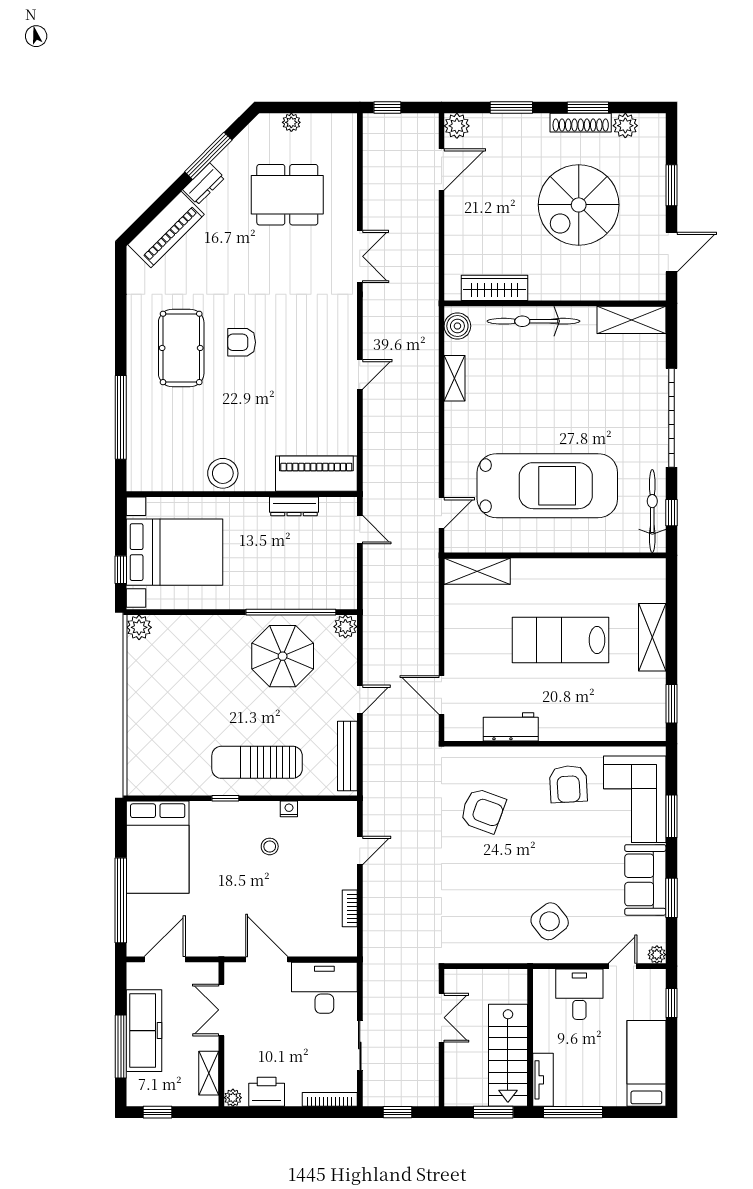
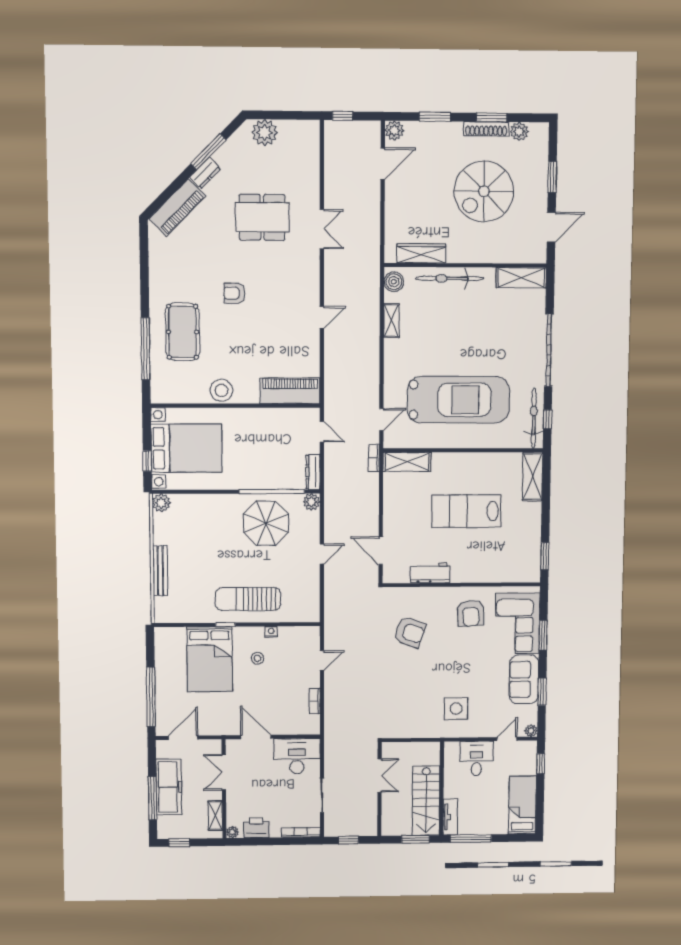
plant: (291, 122) -> (265, 133), width x1.88, depth x1.88
dining table: (287, 195) -> (262, 217), moved
pool table: (181, 348) -> (183, 332), moved
dresser: (294, 506) -> (313, 472), moved, turned 90
bookcase: (431, 566) -> (374, 458), added
shelving: (652, 637) -> (533, 477), moved
bench: (347, 756) -> (160, 571), moved
bed: (158, 847) -> (210, 659), moved
side table: (550, 921) -> (456, 709), turned 38

